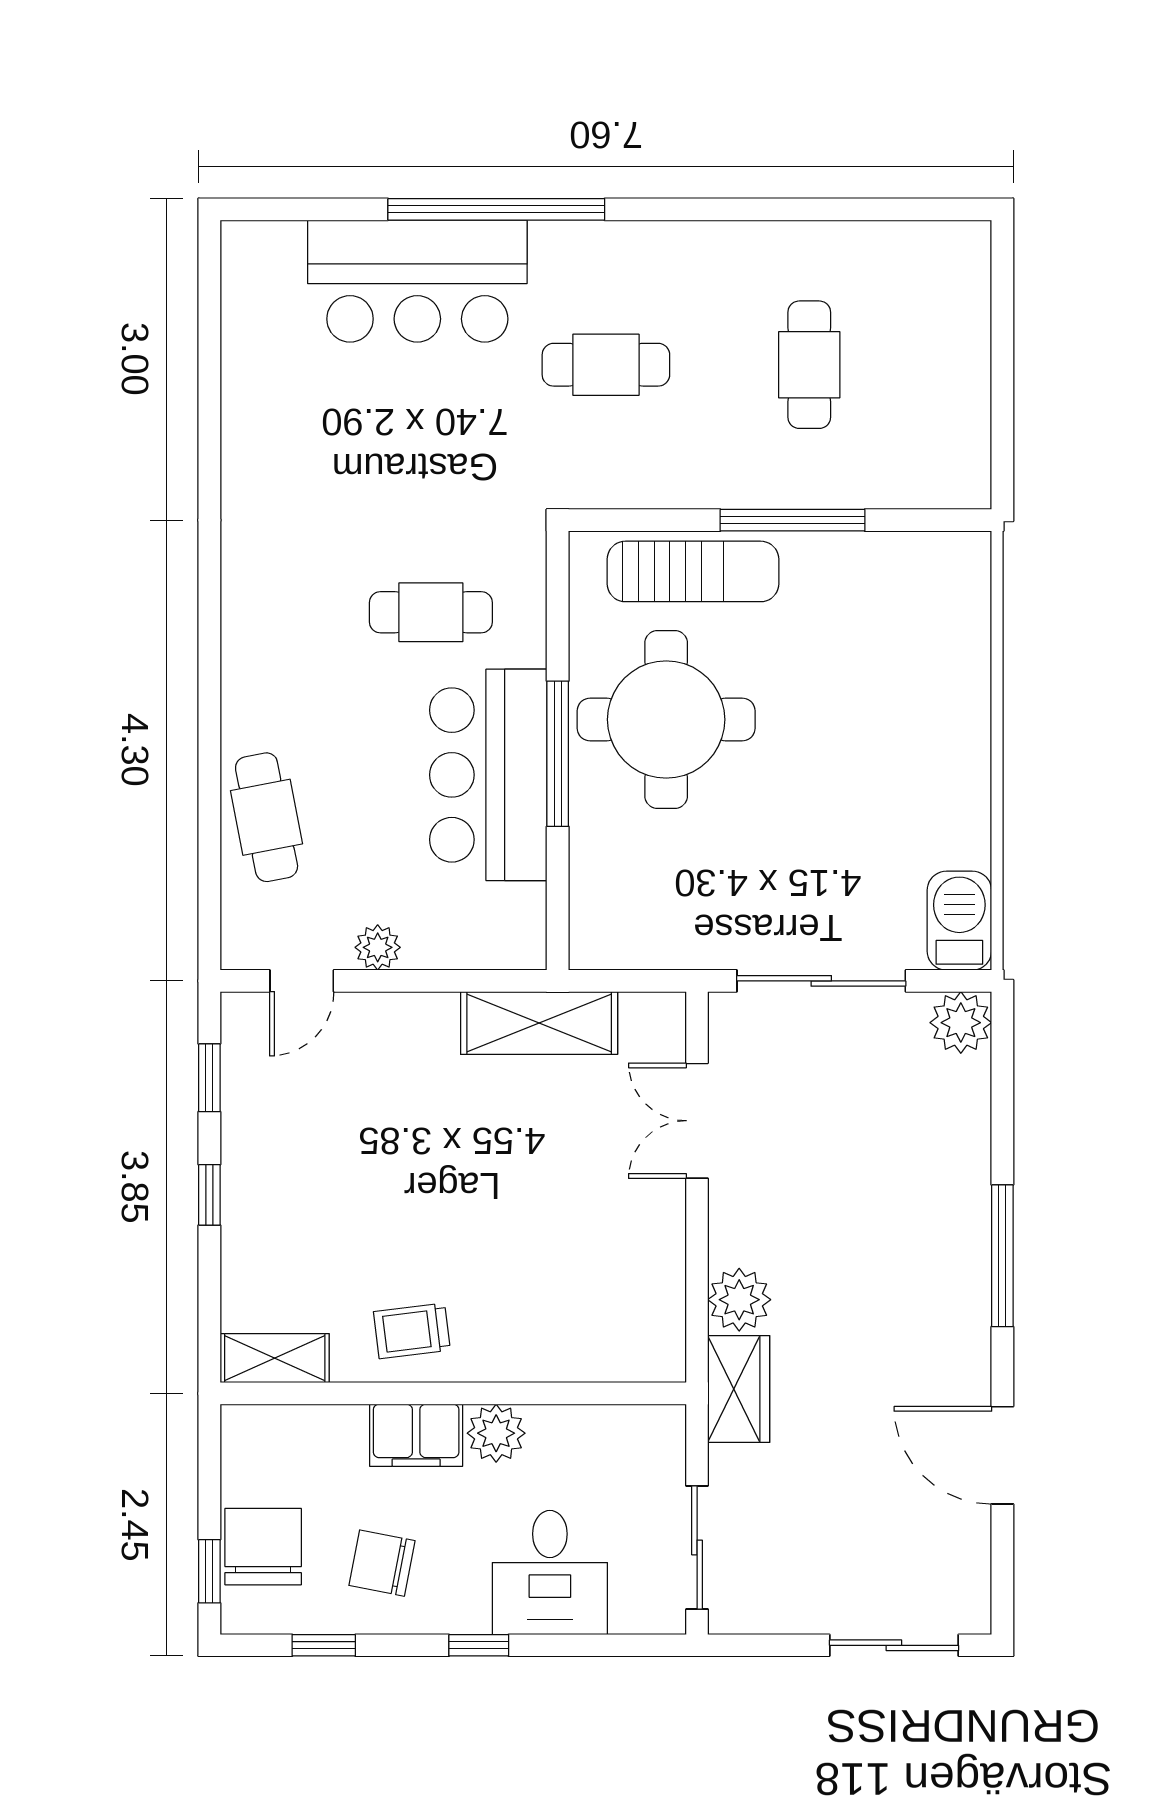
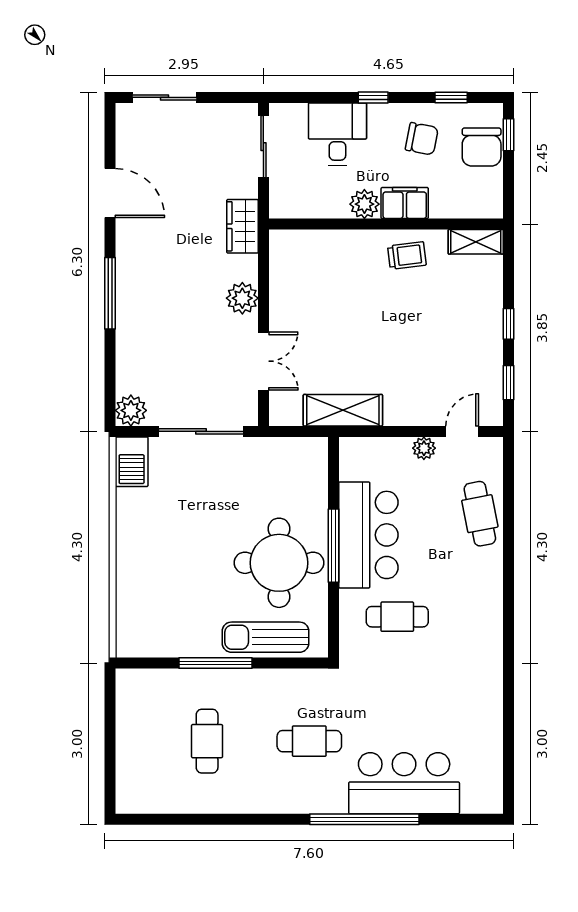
plant: (739, 1300) -> (242, 298), moved

